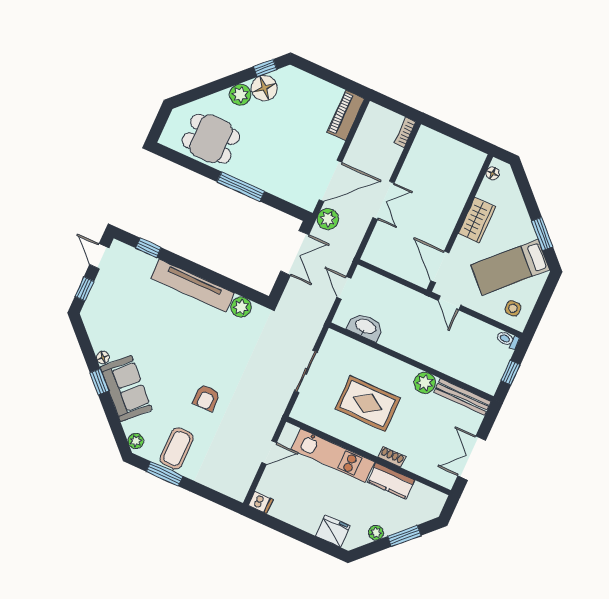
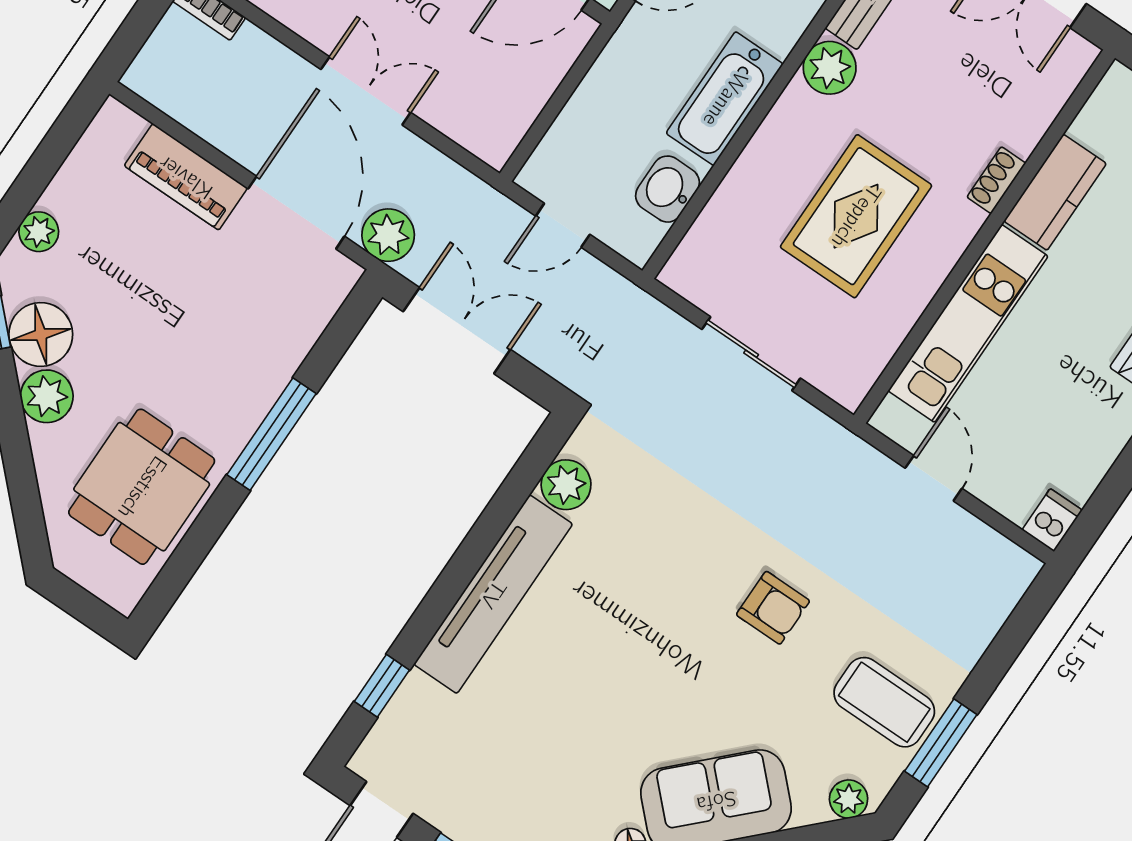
plant: (305, 80) -> (39, 232), added
piano: (346, 115) -> (186, 177), moved
washbasin: (365, 327) -> (668, 189), width x0.72
bathtub: (405, 343) -> (725, 99), added

